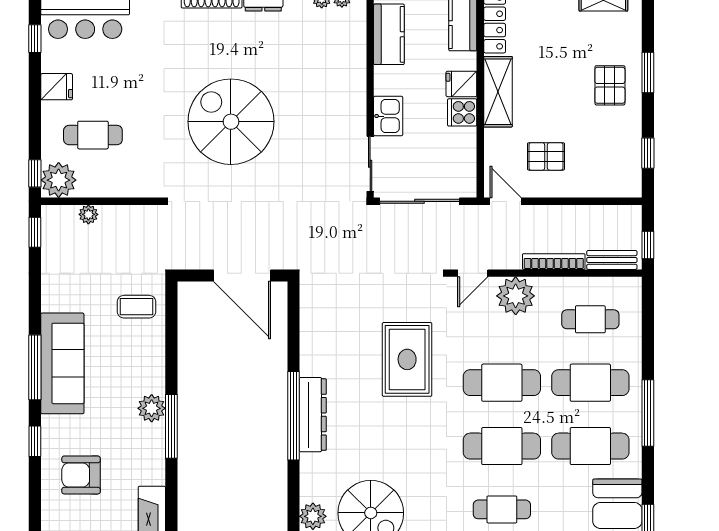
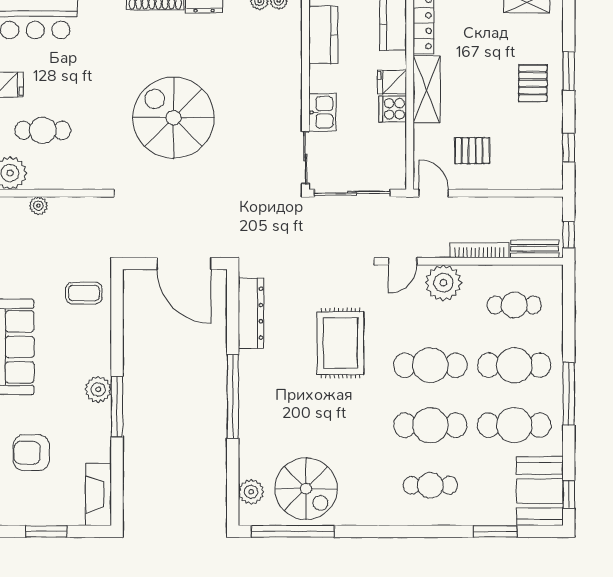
dresser: (313, 415) -> (251, 313), moved

